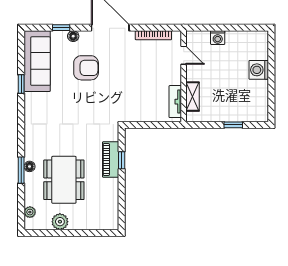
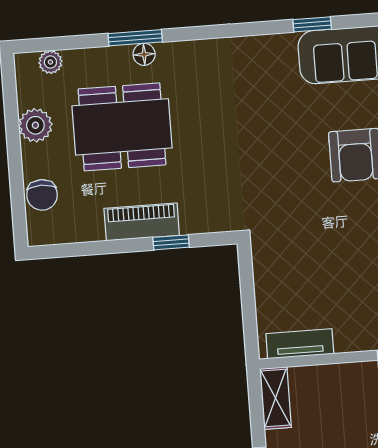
shelving: (193, 97) -> (275, 398), moved, turned 90
piano: (111, 159) -> (142, 222), moved
chair: (94, 221) -> (42, 195), added

